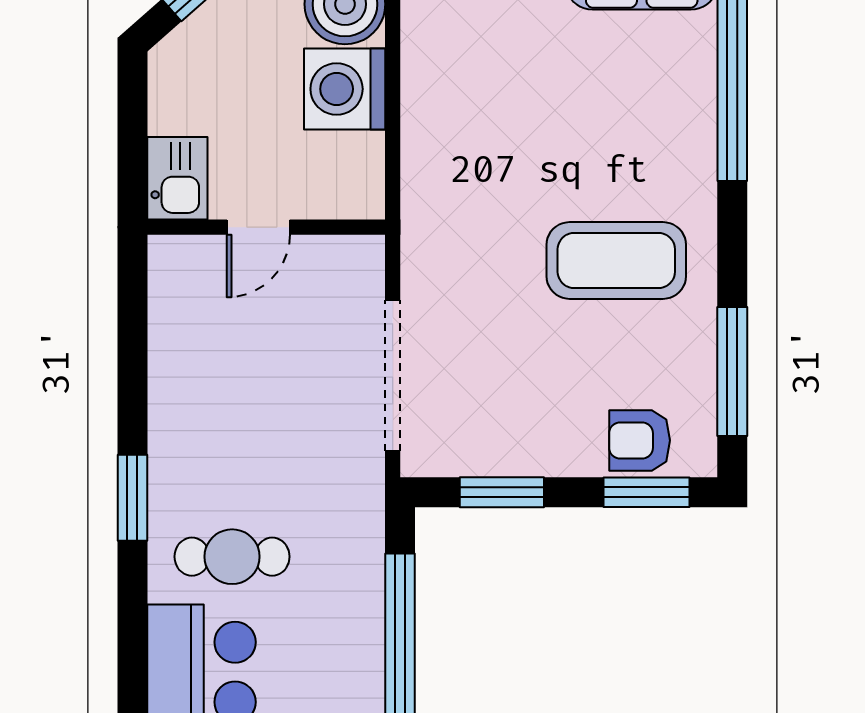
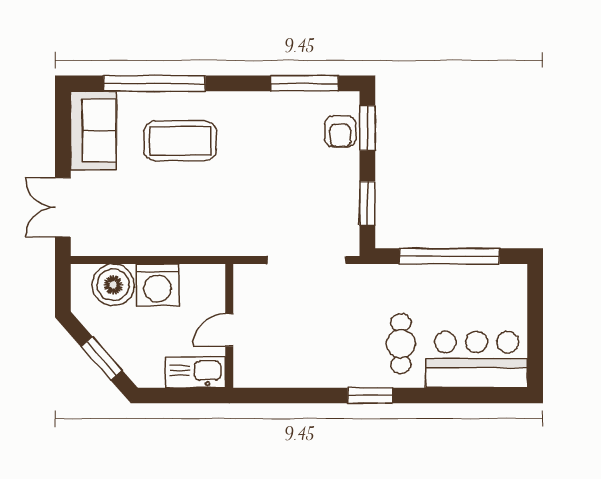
kitchen sink: (177, 178) -> (196, 372), width x1.38
door: (258, 227) -> (229, 330), swing flipped
coffee table: (616, 260) -> (180, 141), moved, turned 90

